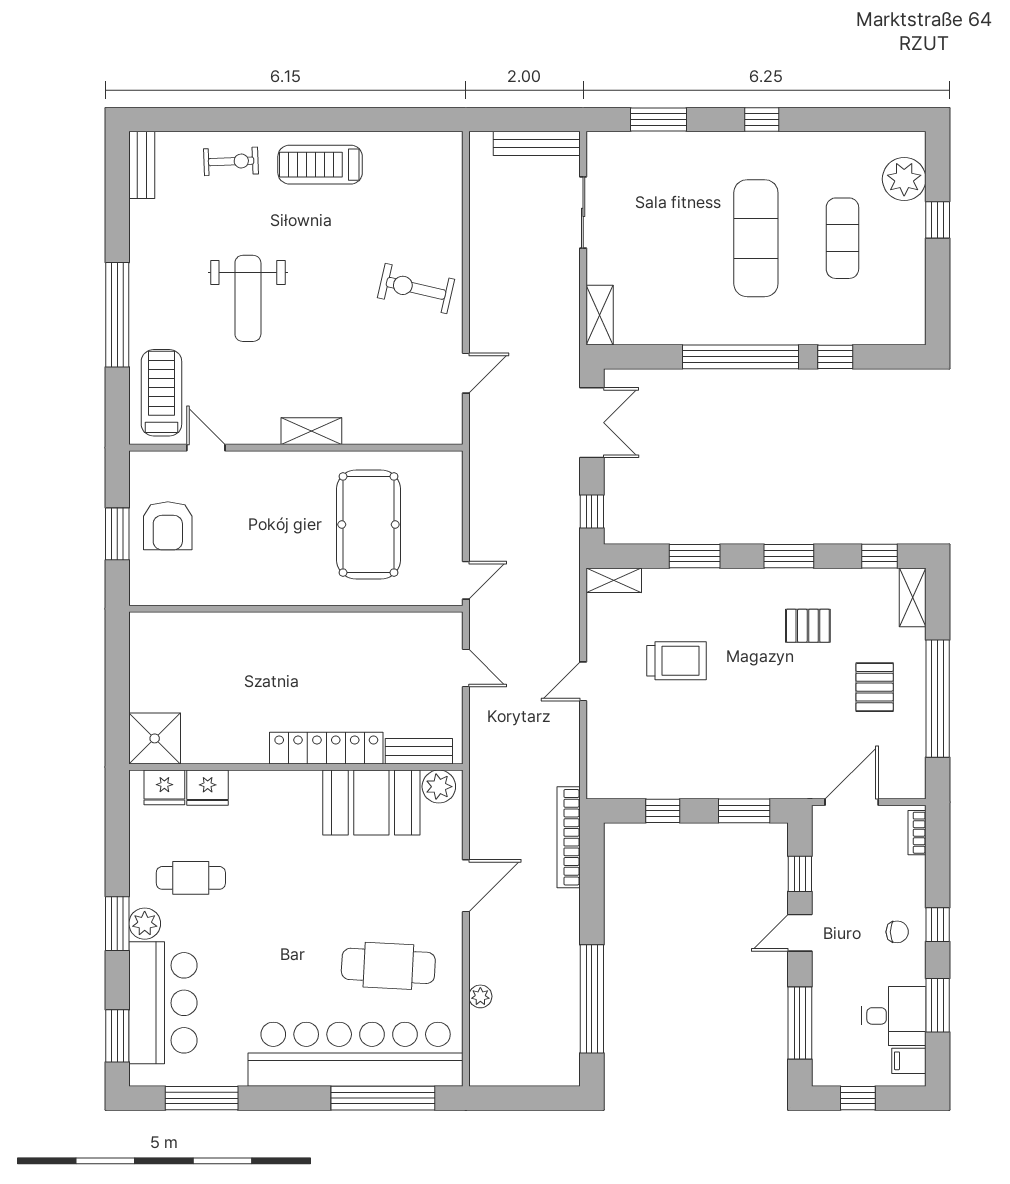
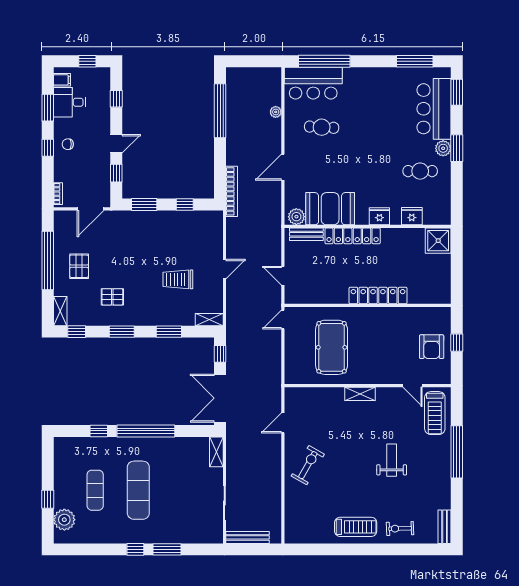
window: (659, 120) -> (167, 549), moved
exercise bike: (416, 288) -> (308, 465), turned -73
weight bench: (248, 298) -> (392, 460), width x0.73, depth x0.75
double door: (592, 423) -> (220, 398), width x1.37
armchair: (168, 526) -> (432, 347), turned 180
window: (117, 534) -> (457, 343), width x0.67
locker: (275, 628) -> (378, 295), added
fridge: (164, 787) -> (379, 216), moved
cafe table: (388, 966) -> (322, 127), width x0.73, depth x0.74
window: (800, 1023) -> (116, 99), width x0.46
bar counter: (356, 1054) -> (313, 83), width x0.54

